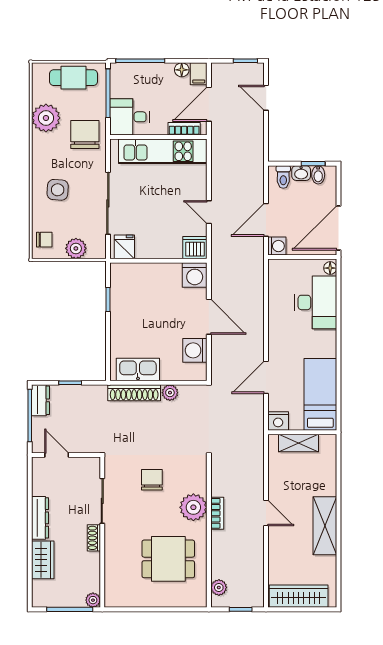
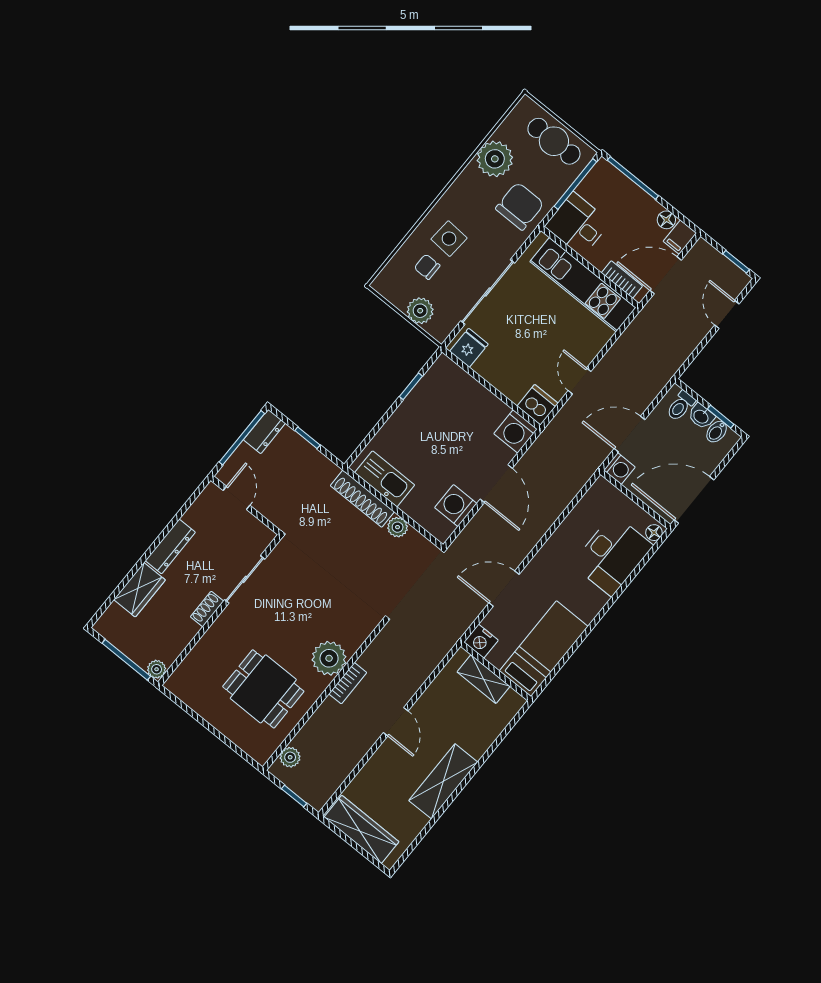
chair: (44, 240) -> (427, 267), moved, turned 180
chair: (152, 480) -> (310, 598), removed

